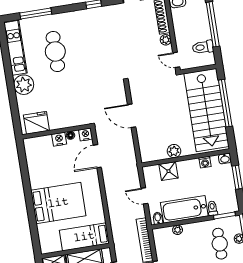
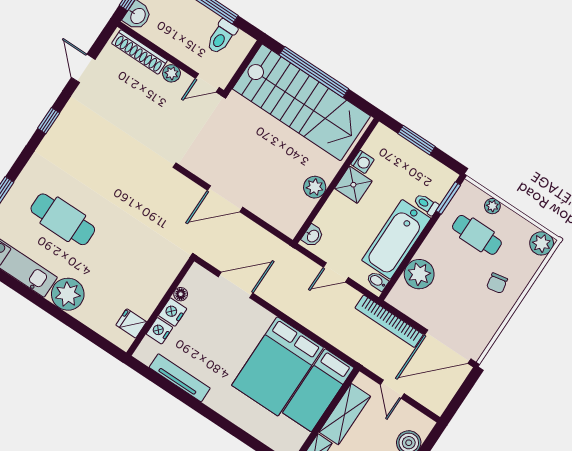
fridge: (36, 123) -> (131, 323), width x0.53, depth x0.75
nightstand: (86, 134) -> (159, 331), moved
door: (97, 156) -> (236, 285), swing flipped
washbasin: (225, 159) -> (313, 236), moved
tv unit: (33, 169) -> (180, 378), added
shower: (168, 171) -> (353, 185), moved
bed: (58, 203) -> (278, 366), moved, turned 180
plant: (178, 230) -> (419, 274), width x1.87, depth x1.87

